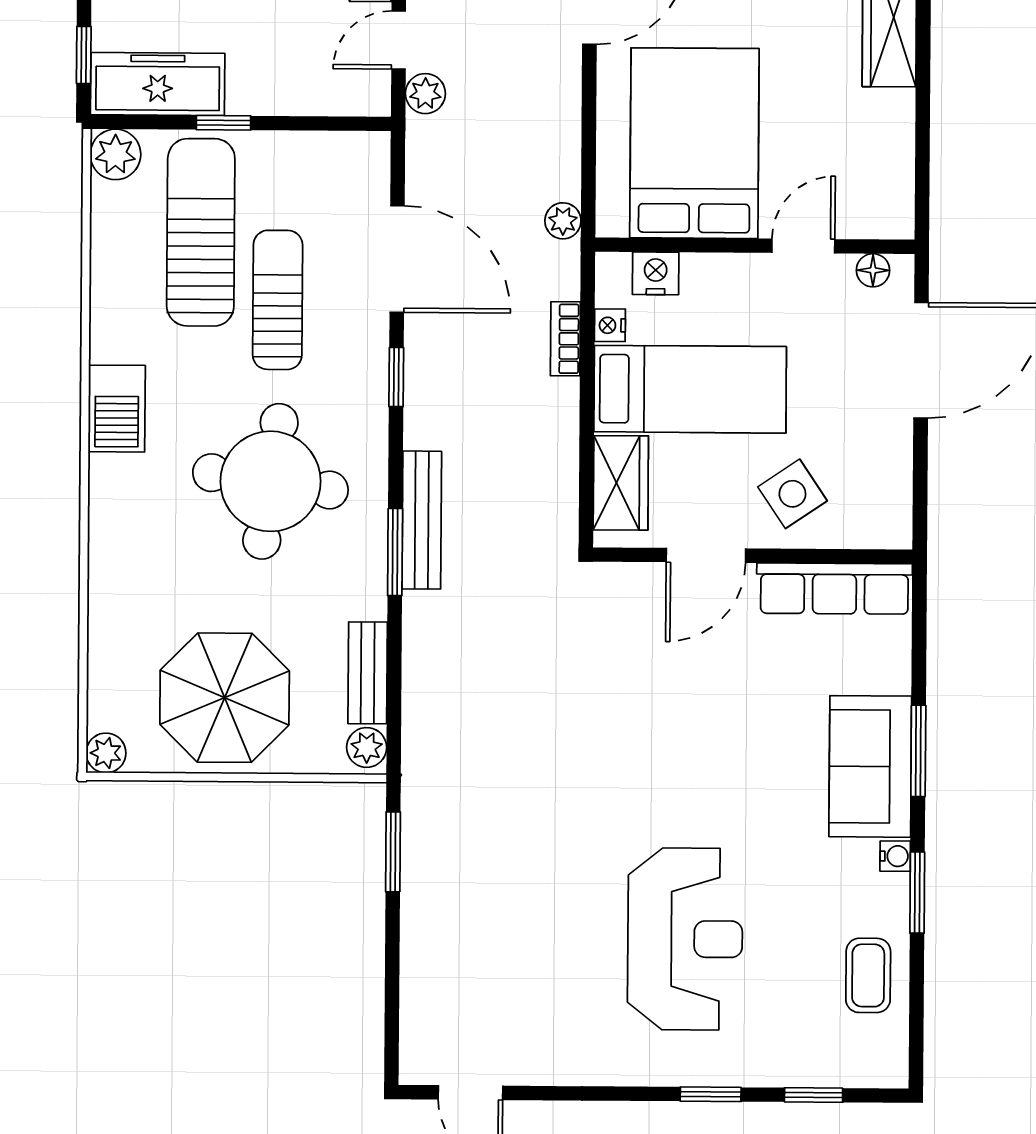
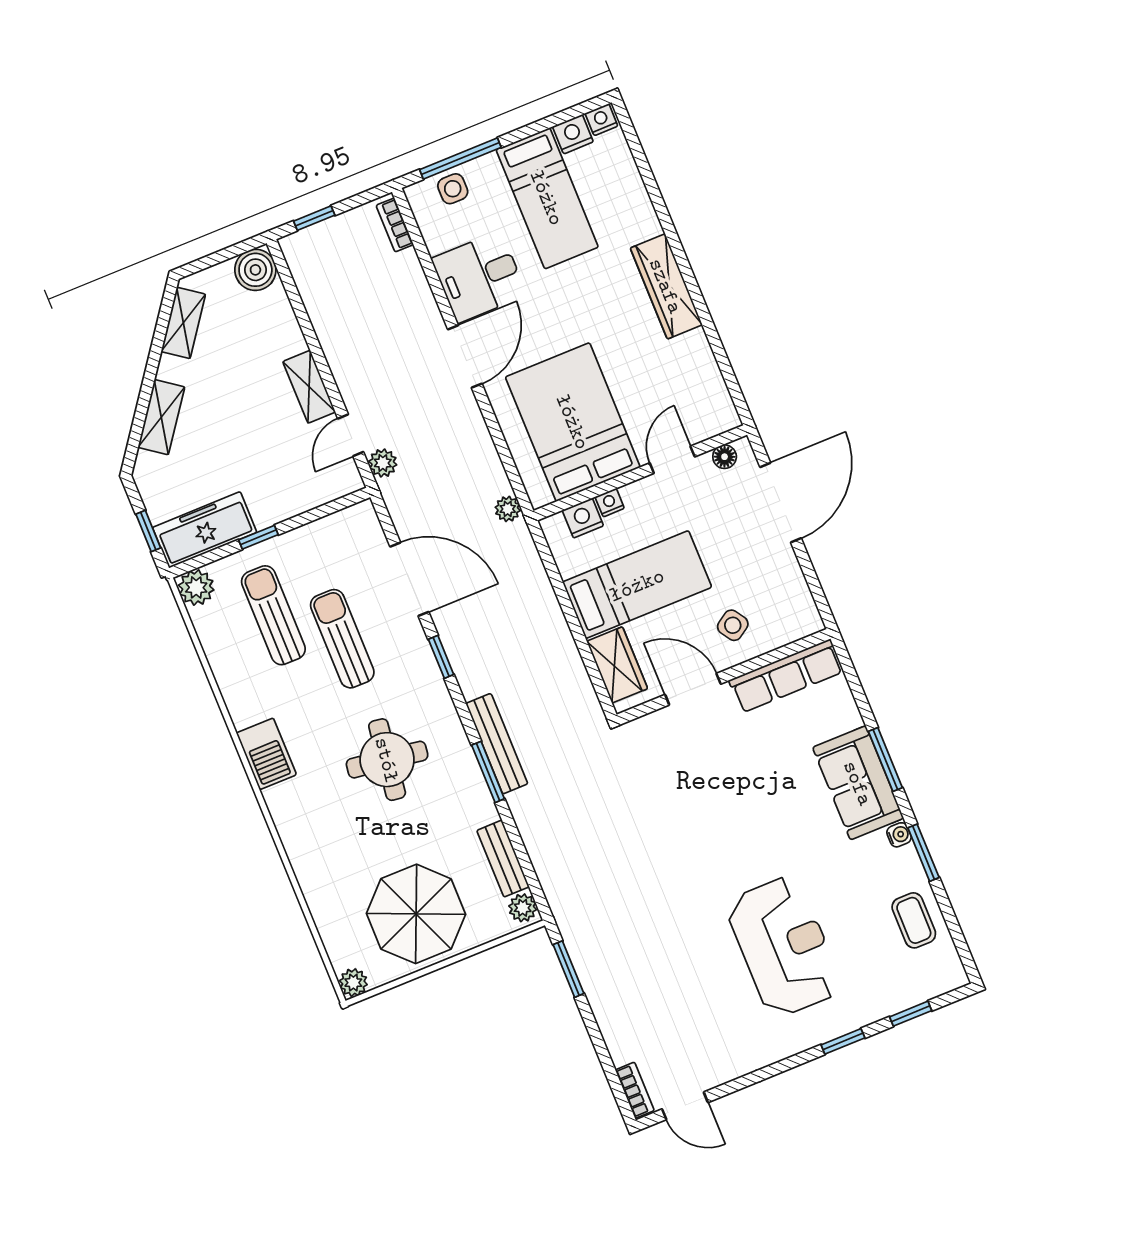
sun lounger: (201, 232) -> (273, 615), width x0.73, depth x0.75
nightstand: (610, 325) -> (610, 503), moved, turned 90
bookcase: (565, 339) -> (635, 1090), moved, turned 180
round table: (270, 481) -> (387, 760), width x0.73, depth x0.73
side table: (792, 494) -> (733, 625), width x0.73, depth x0.73
door: (706, 555) -> (693, 689), swing flipped

